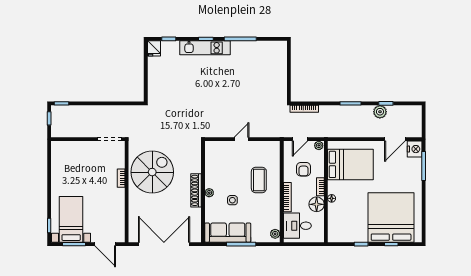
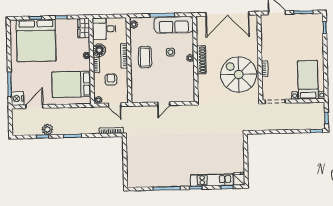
kitchen unit: (205, 48) -> (212, 180), moved
door: (300, 139) -> (114, 105), swing flipped
spiral stairs: (152, 172) -> (239, 75), turned 90
coffee table: (259, 180) -> (145, 57), moved
bed with nightstands: (71, 219) -> (308, 80), moved, turned 180
desk: (297, 226) -> (104, 29), moved, turned 180
wardrobe: (334, 231) -> (84, 28), added

